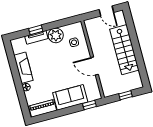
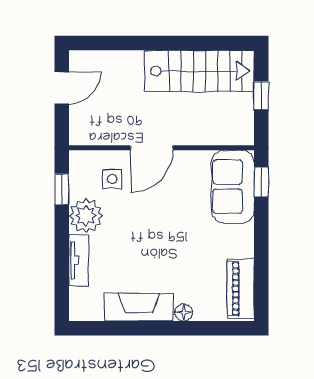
window: (36, 30) -> (62, 189), moved
stairs: (124, 50) -> (199, 71), moved
door: (94, 66) -> (152, 148), moved
sofa: (70, 97) -> (233, 187), moved

